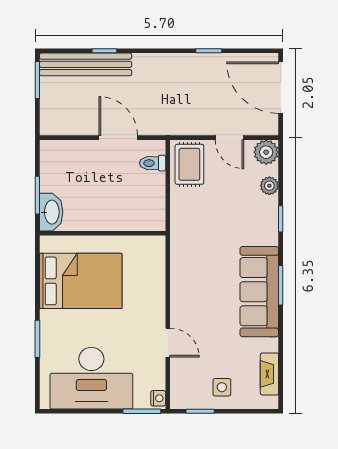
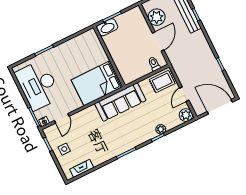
door: (281, 88) -> (220, 107), hinge flipped
plant: (75, 120) -> (157, 17), added
plant: (269, 186) -> (161, 129), moved
bed: (81, 281) -> (97, 83), moved, turned 90
sofa: (259, 292) -> (120, 102), moved, turned 180
door: (168, 343) -> (62, 118), moved

